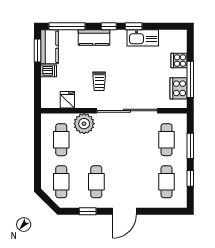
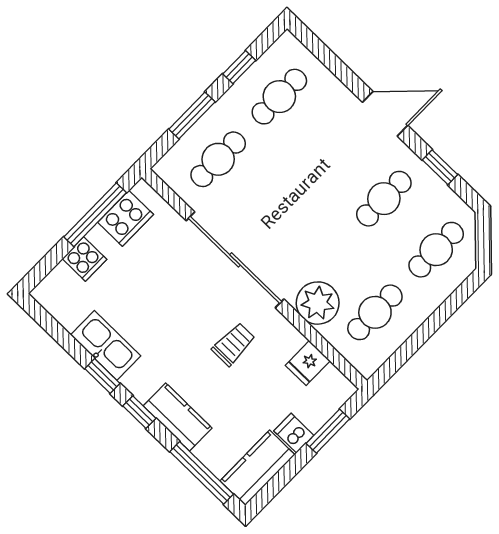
window: (38, 51) -> (328, 431), moved

